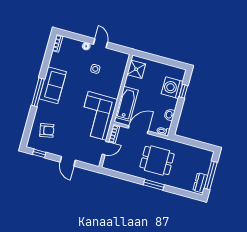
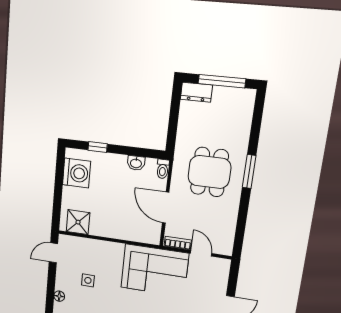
door: (100, 43) -> (53, 253), moved
washing machine: (172, 88) -> (77, 173), moved, turned -90
bathtub: (127, 104) -> (130, 230), removed
dresser: (200, 183) -> (196, 92), moved

